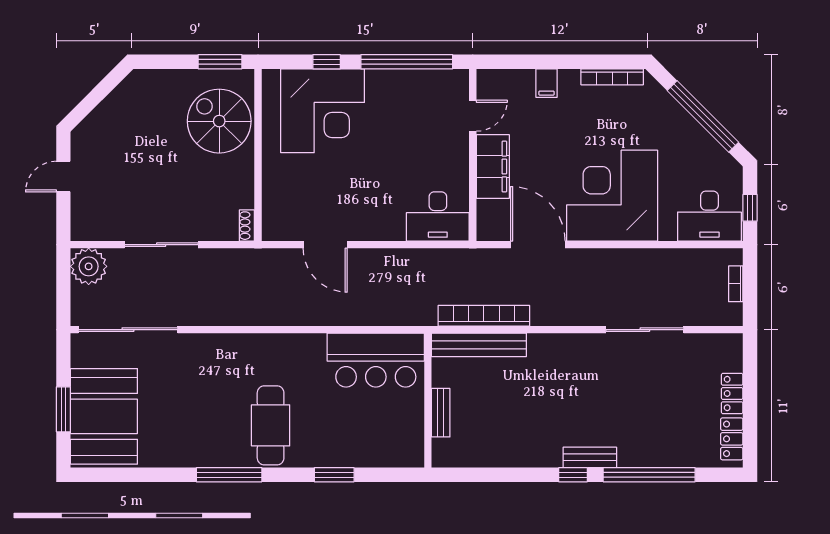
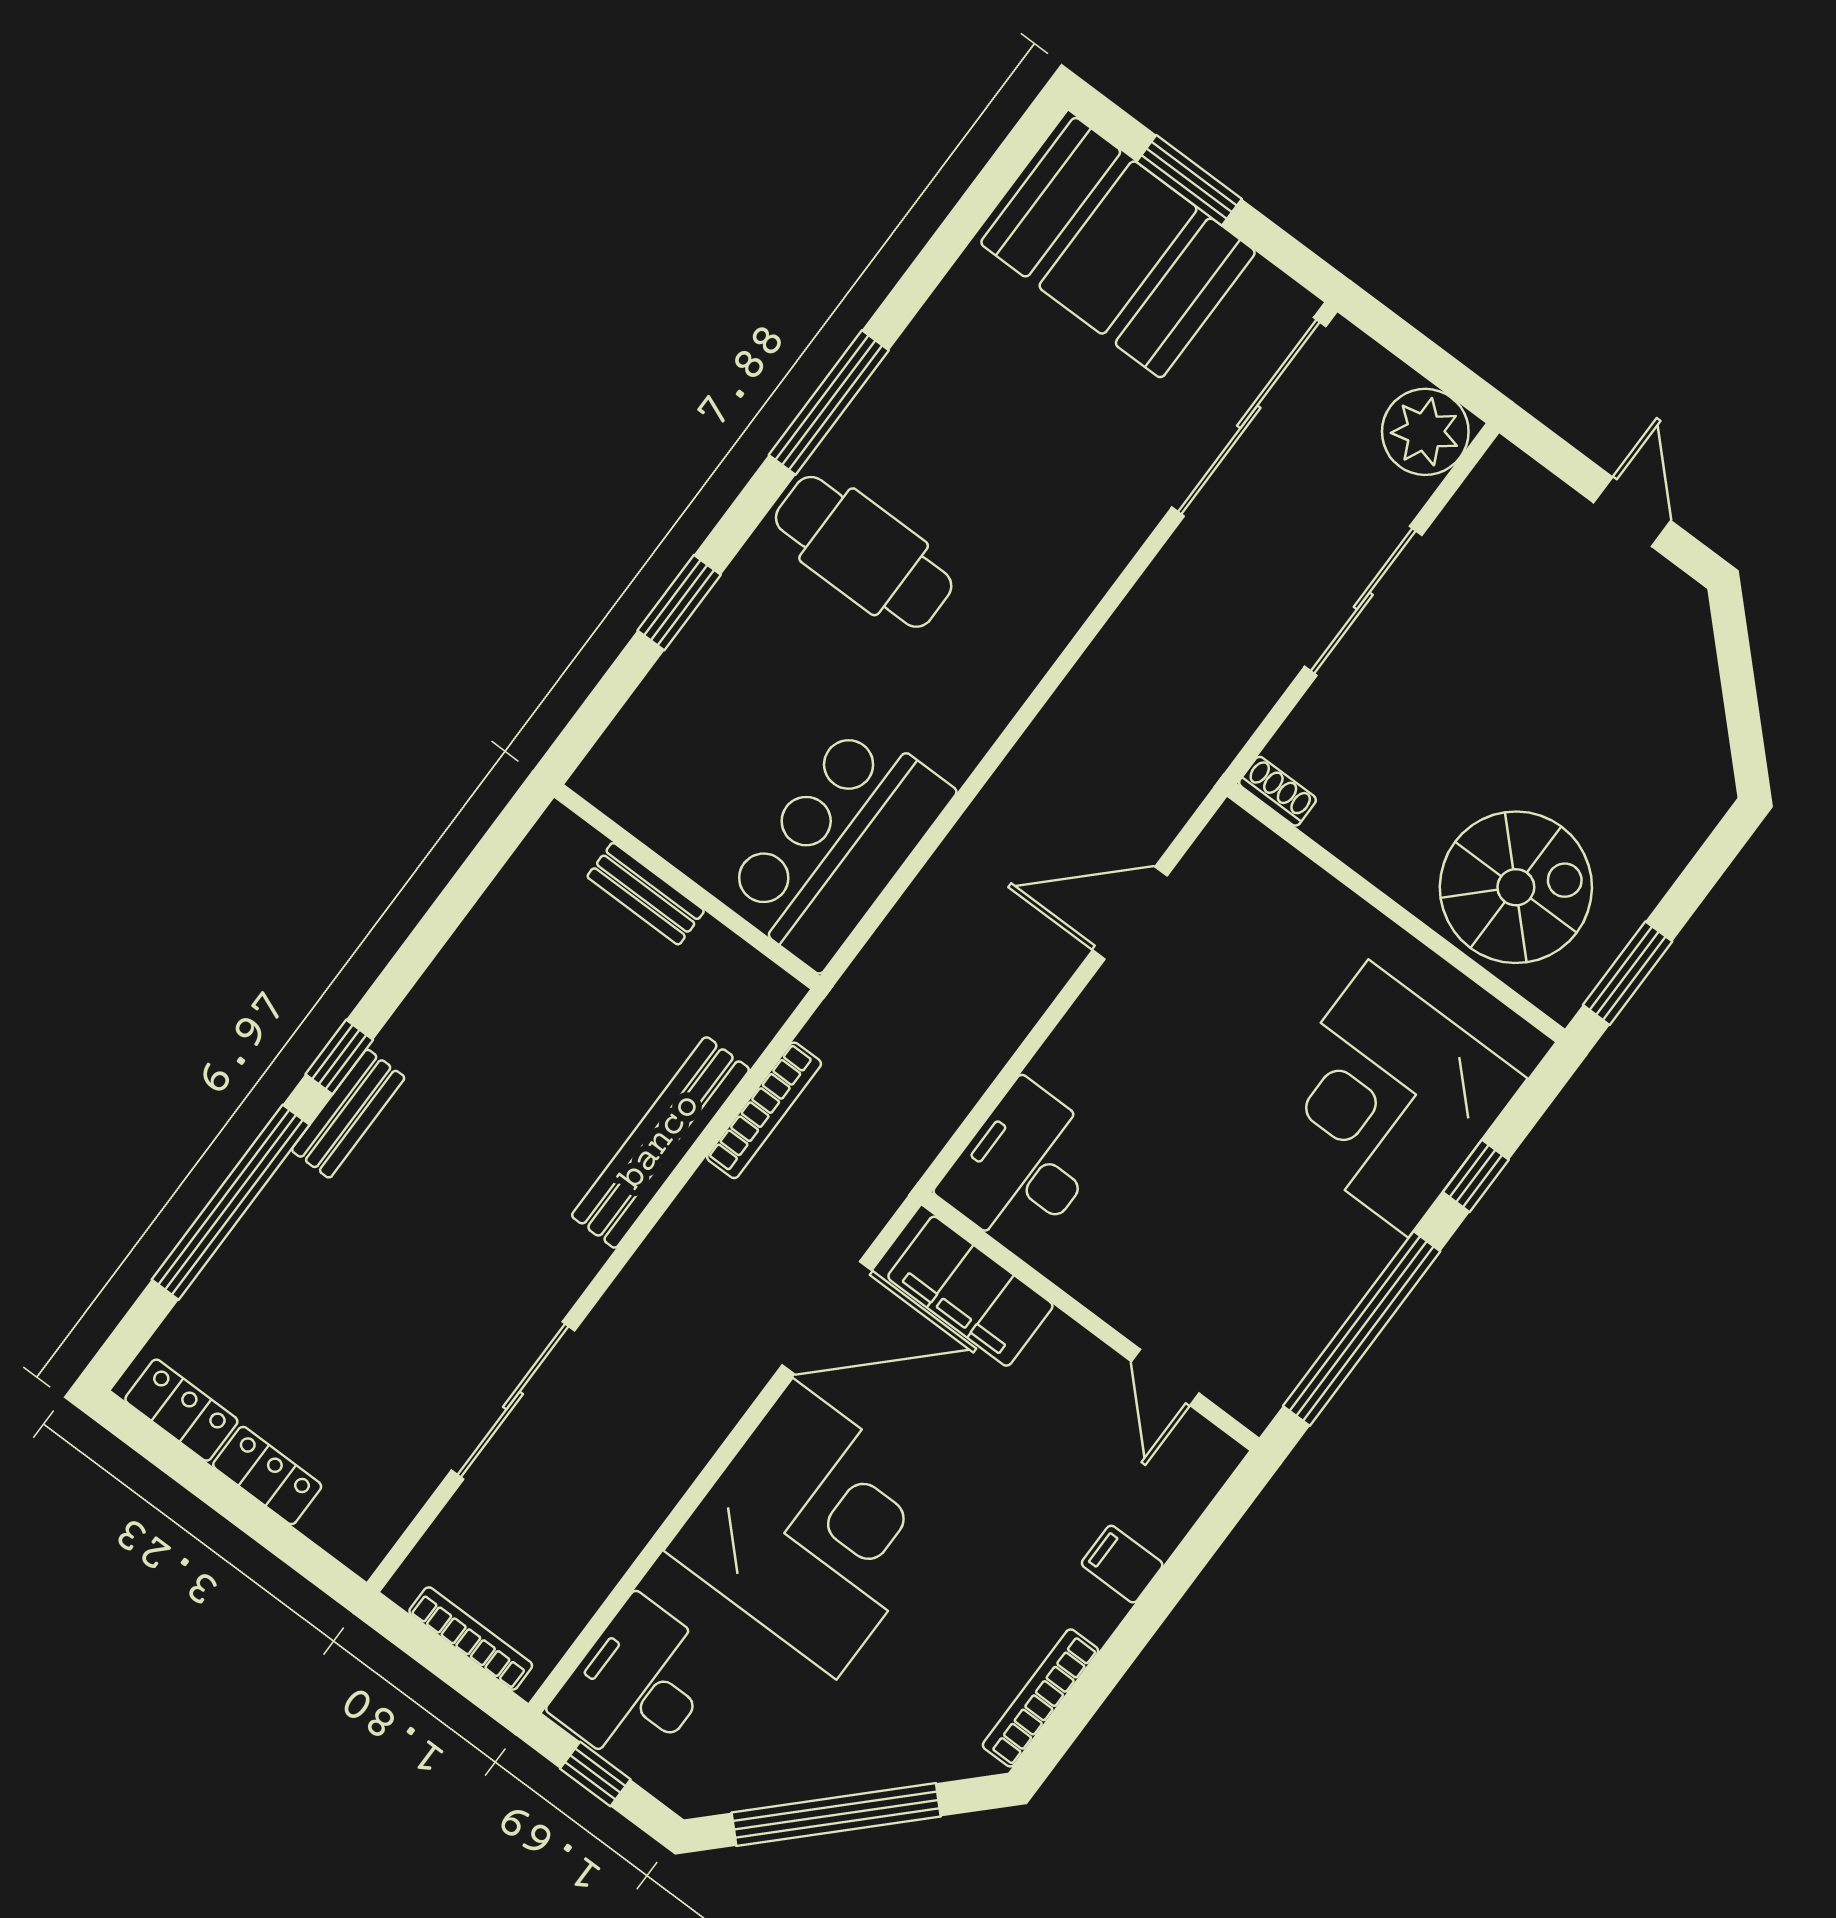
filing cabinet: (493, 166) -> (970, 1291), moved
bookcase: (736, 284) -> (471, 1639), width x1.56
bookcase: (484, 316) -> (764, 1110), width x0.68, depth x0.76
bench: (479, 345) -> (660, 1142), moved

